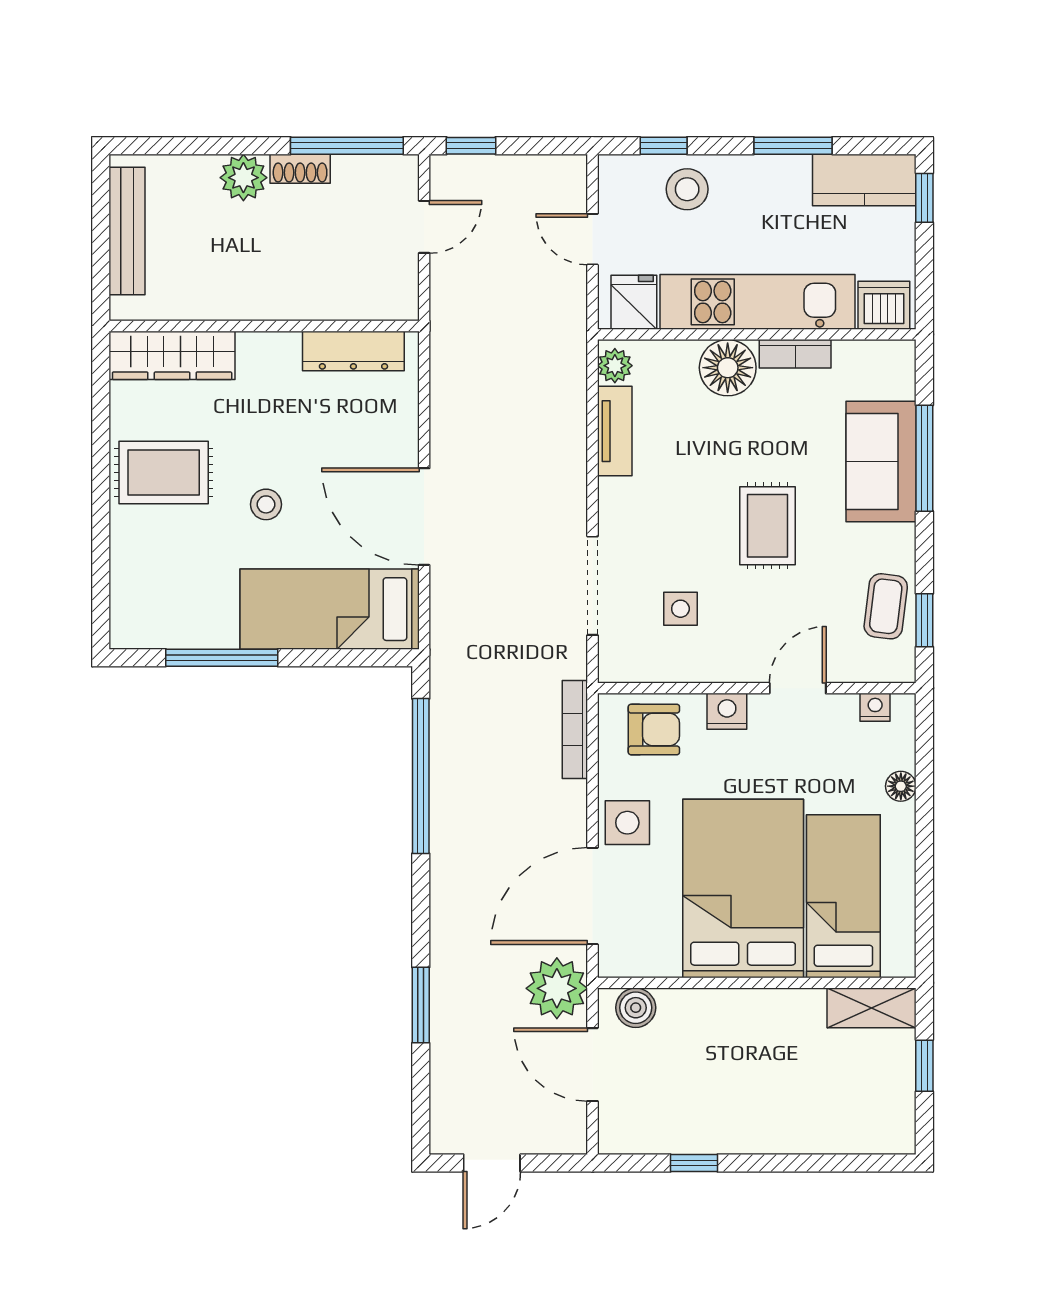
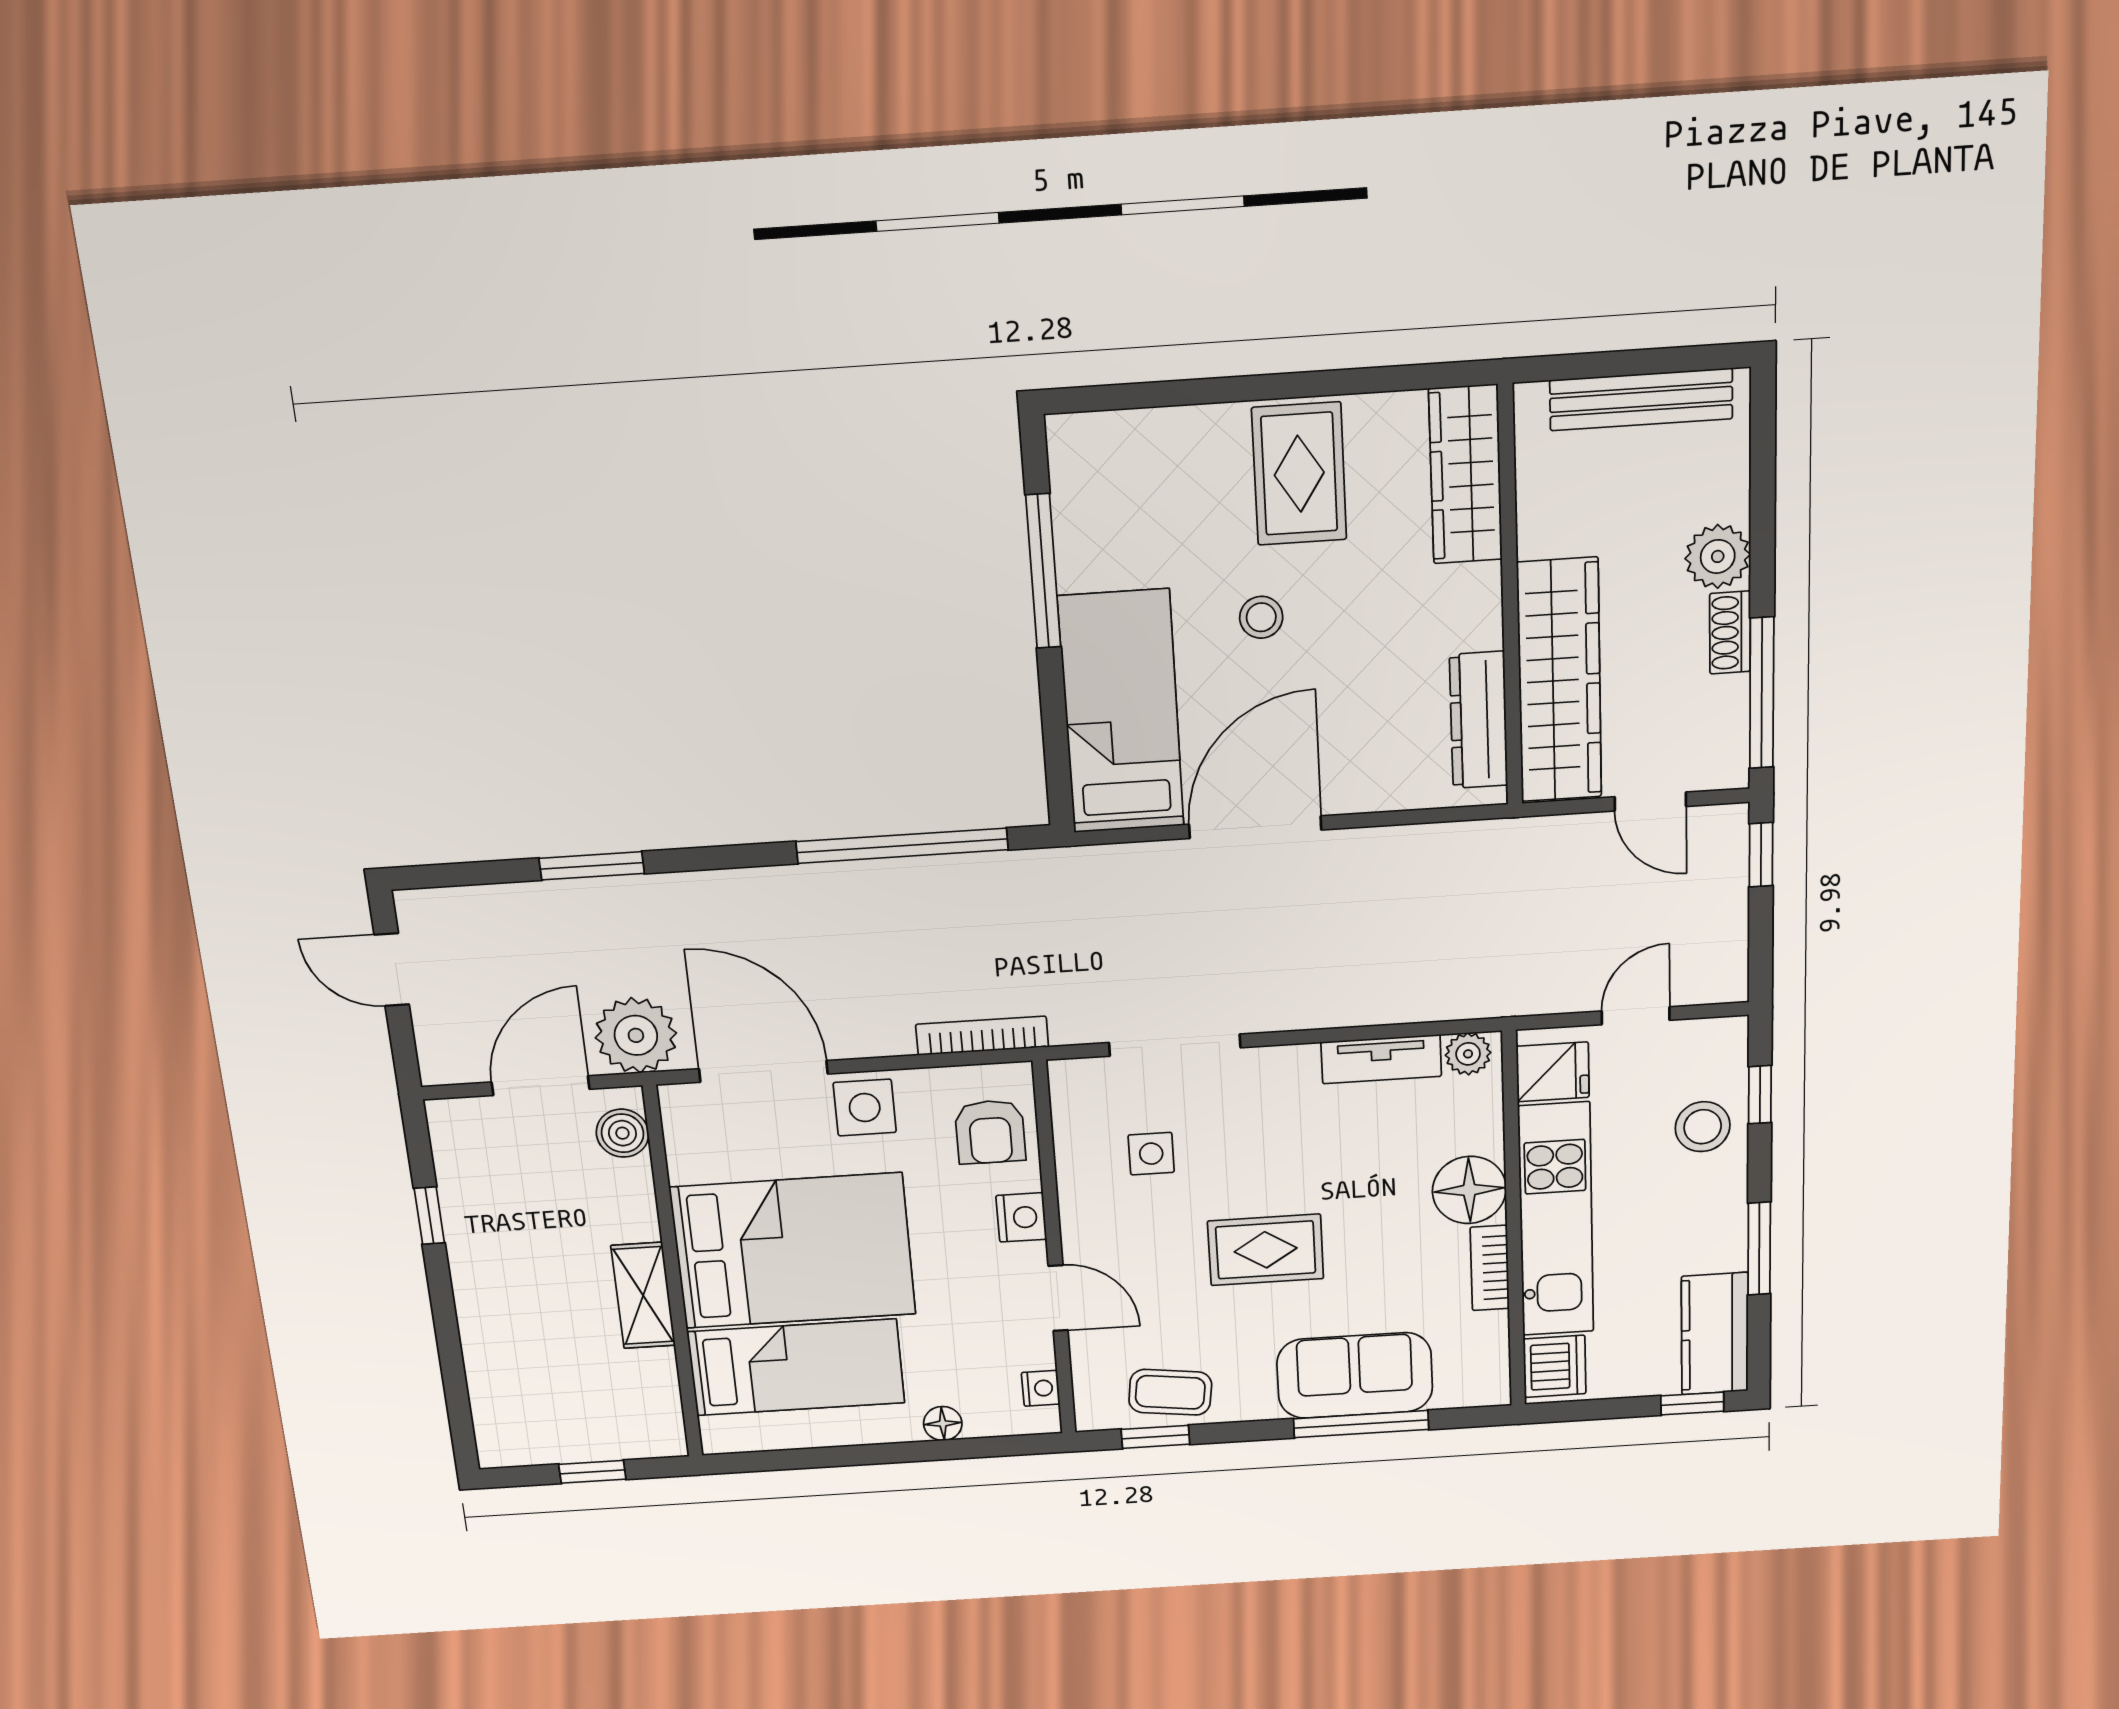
wardrobe: (328, 292) -> (1559, 681), added
shelving: (871, 1008) -> (643, 1296), moved

